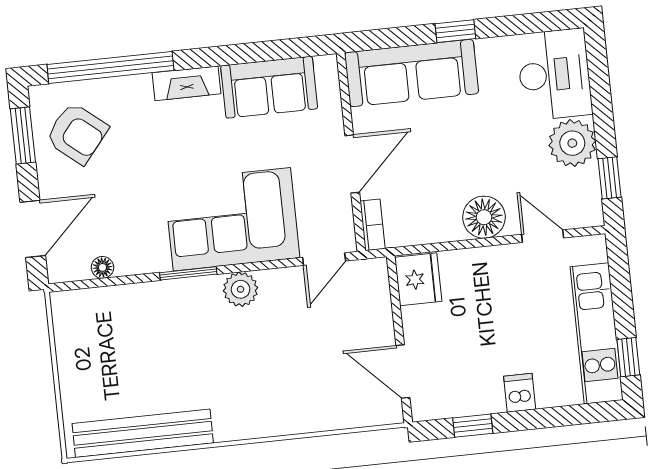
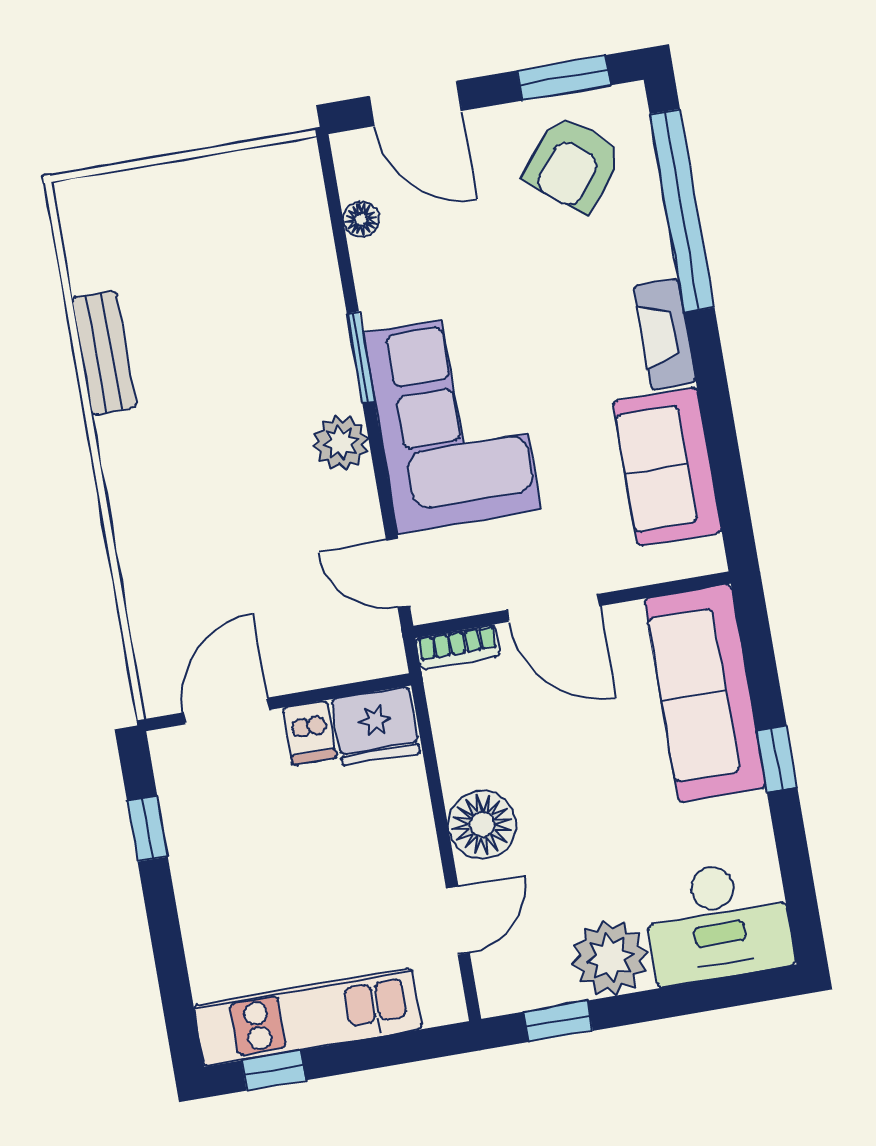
dishwasher: (520, 393) -> (310, 733), moved, turned 90
bench: (143, 433) -> (104, 353), width x0.54, depth x0.82

